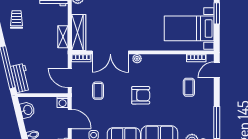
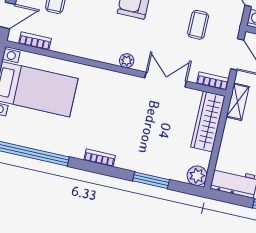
shelving: (63, 37) -> (238, 102), moved
double door: (110, 52) -> (166, 80), width x0.73

